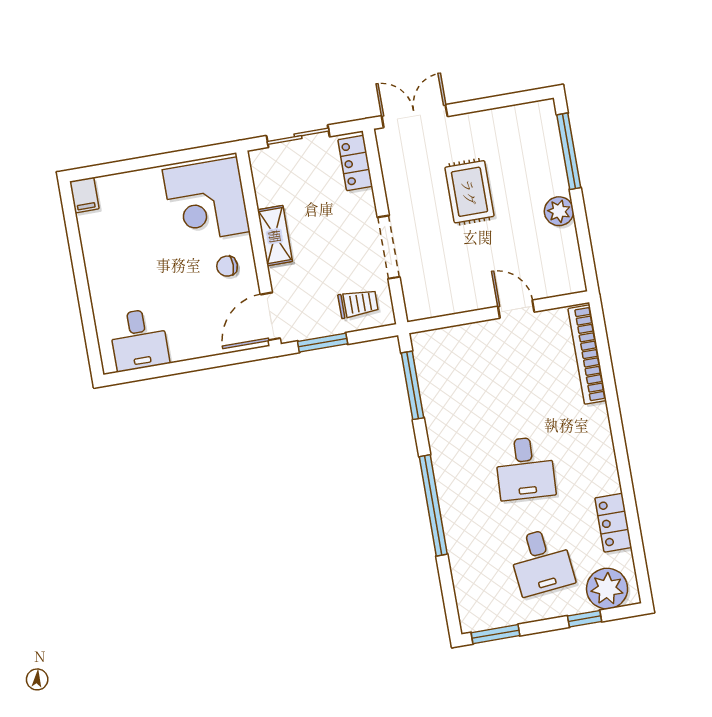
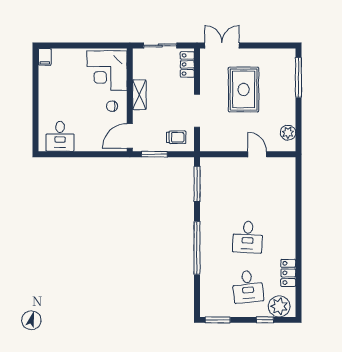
rug: (469, 192) -> (244, 89), width x1.36, depth x1.43
plant: (559, 211) -> (288, 133), moved
bookcase: (587, 355) -> (290, 184), removed

